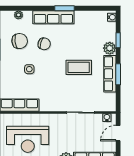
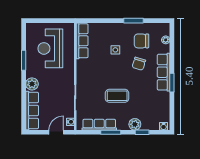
chair: (20, 41) -> (141, 41), turned 97
coffee table: (79, 67) -> (117, 96), turned 90
row of seats: (110, 74) -> (99, 125), moved
door: (118, 133) -> (56, 132), hinge flipped

